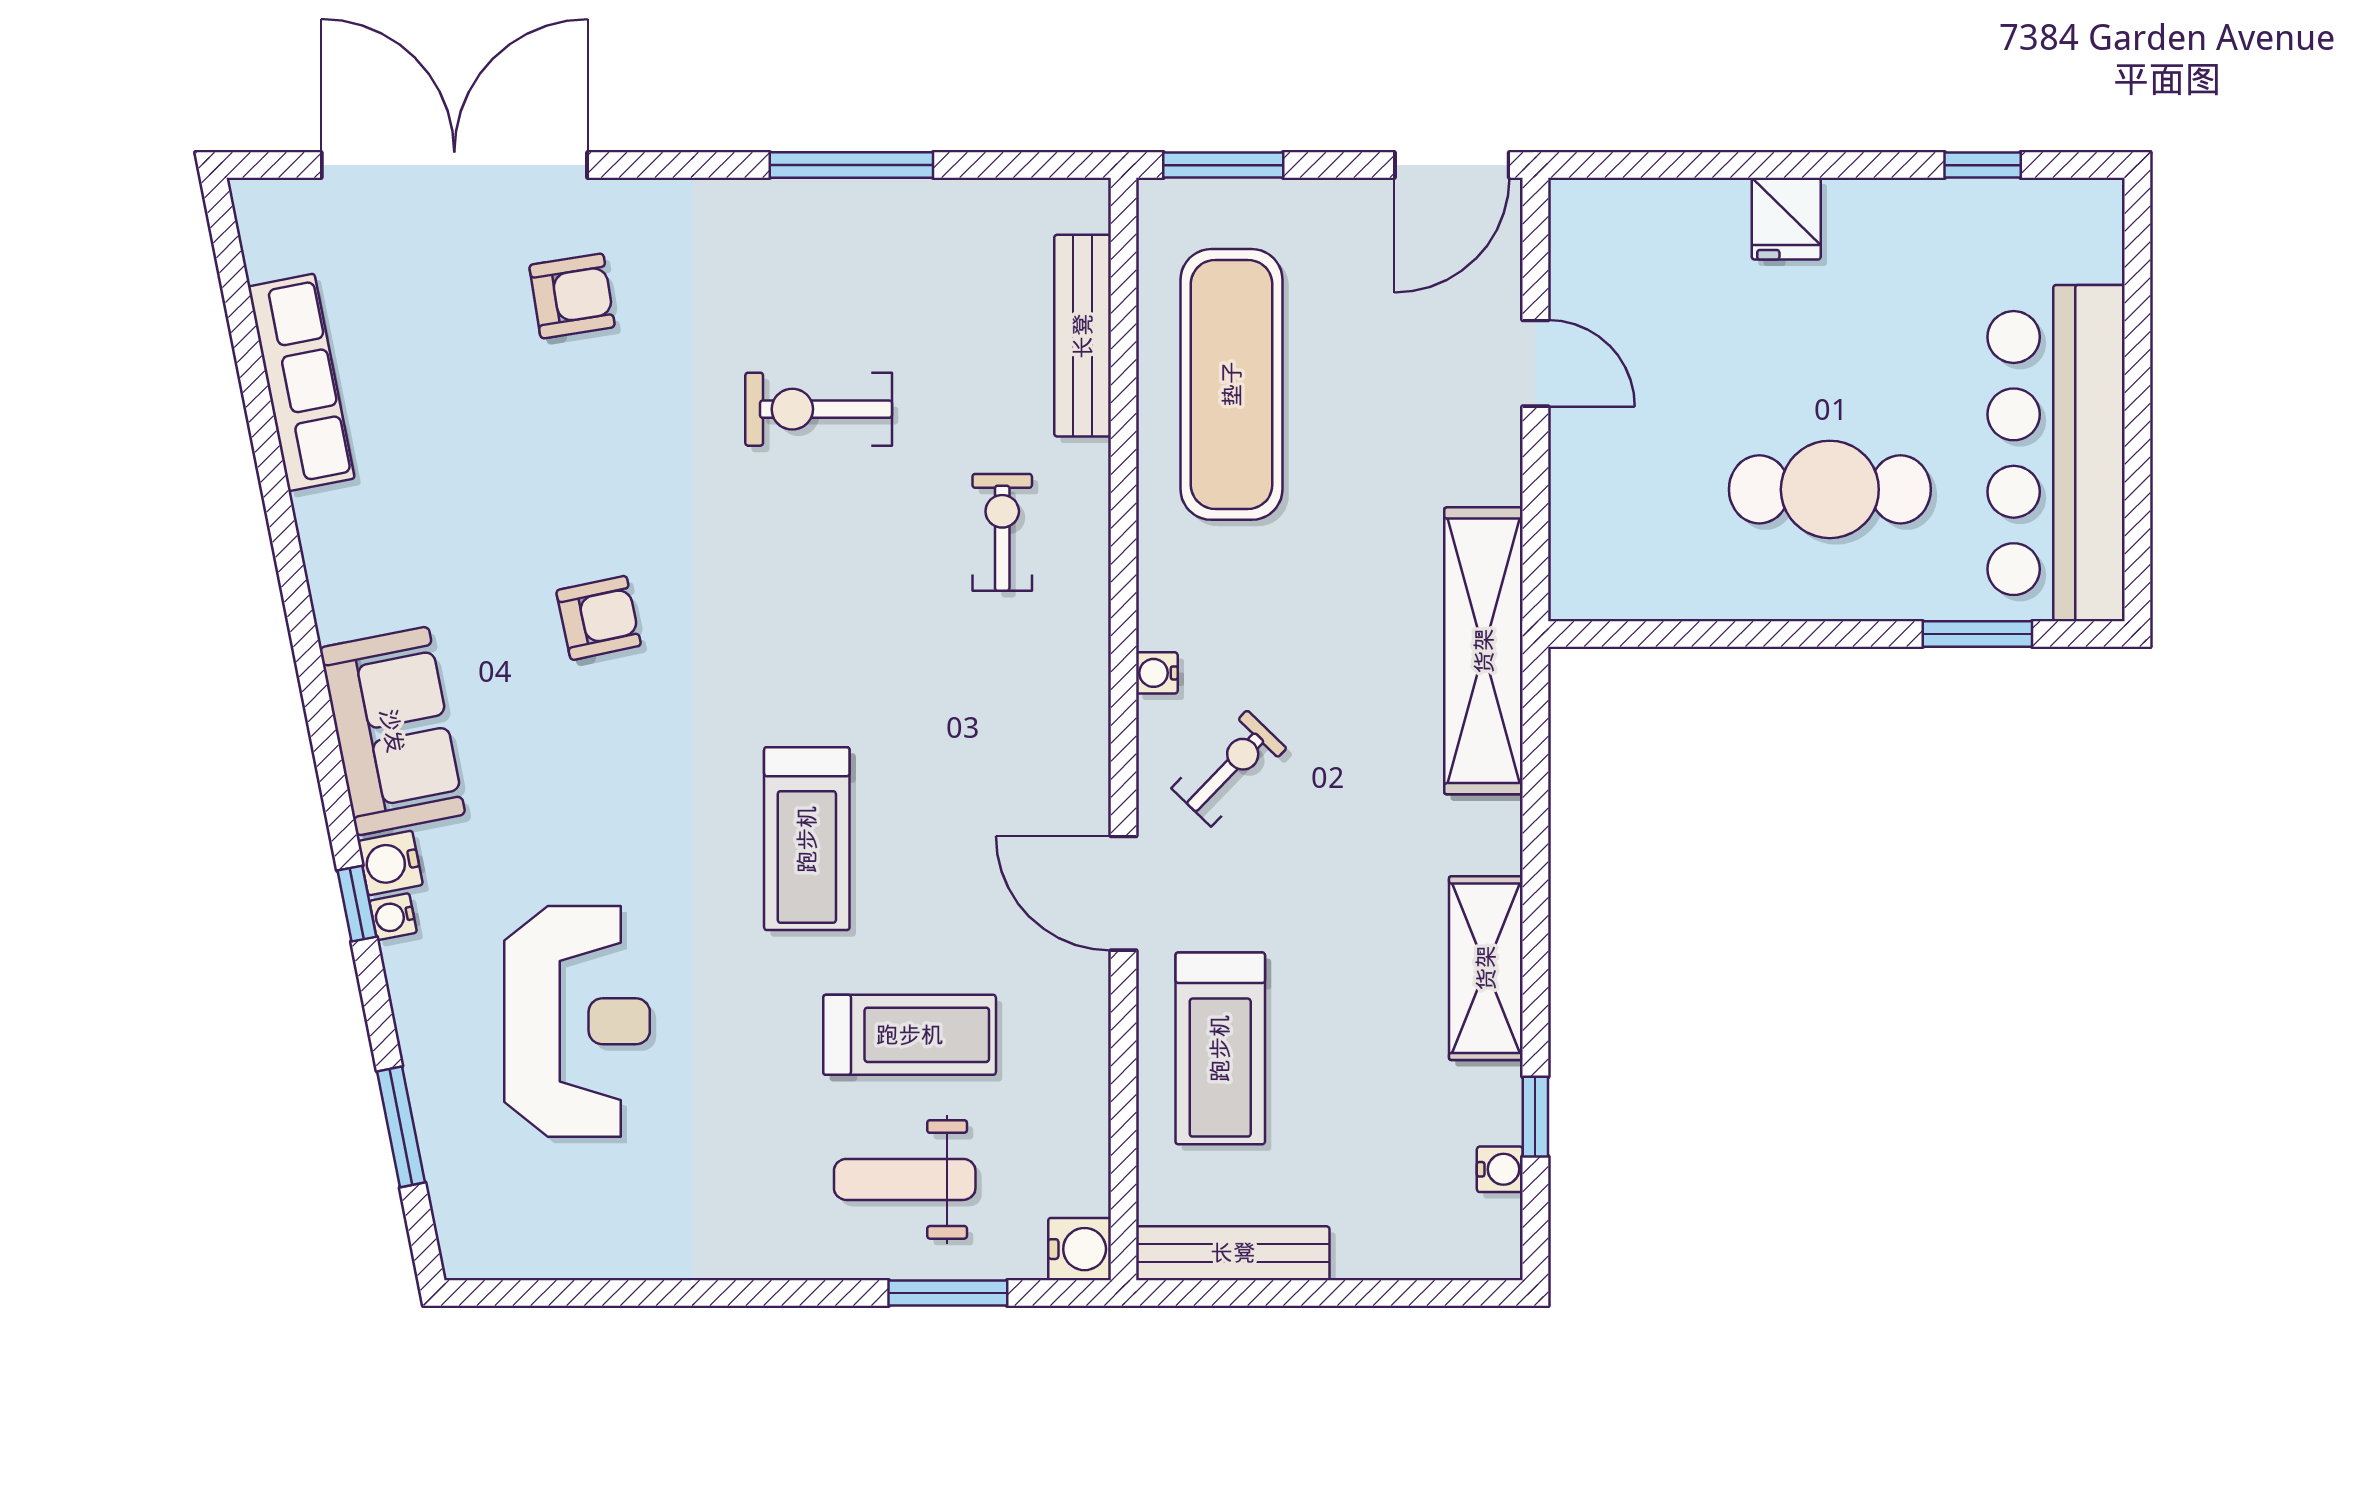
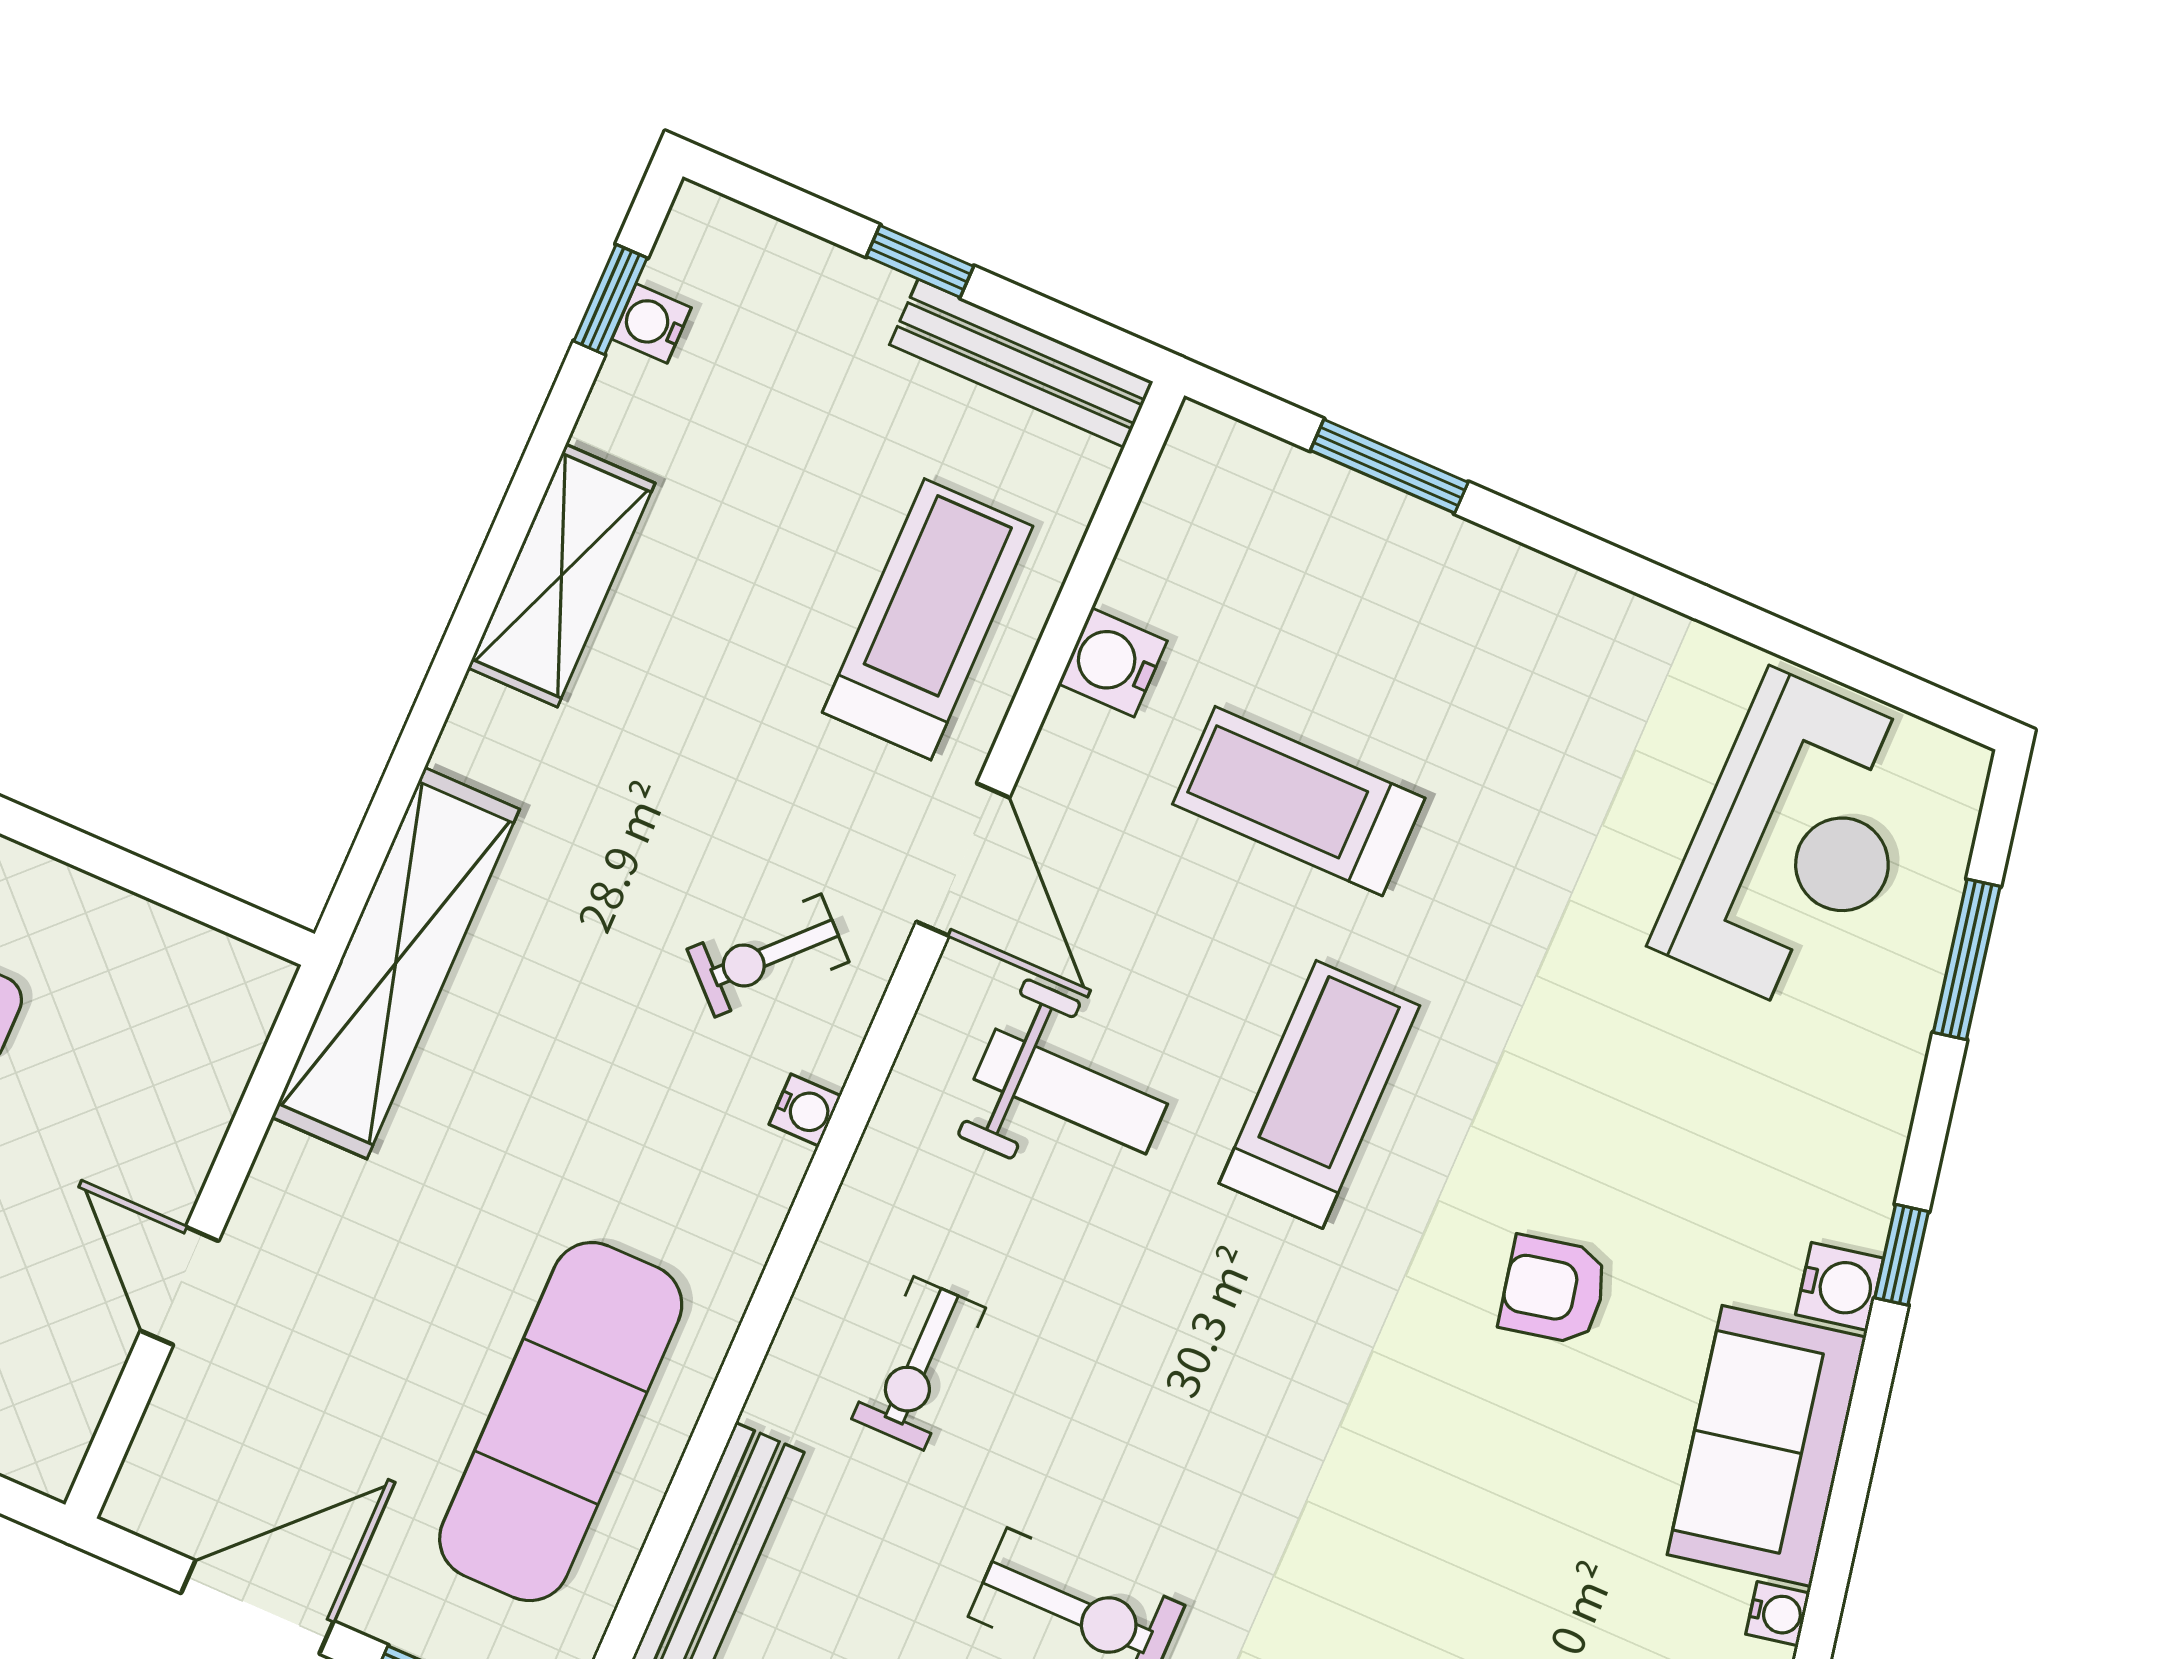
door: (1452, 165) -> (257, 1607), moved
armchair: (599, 618) -> (1554, 1290), moved
water cooler: (393, 917) -> (1778, 1614), moved
reception desk: (577, 1021) -> (1796, 844), moved, turned 180
window: (1535, 1117) -> (610, 300), moved
weight bench: (905, 1179) -> (1071, 1092), moved
water cooler: (1080, 1249) -> (1113, 662), moved
window: (1333, 1293) -> (920, 261), added

